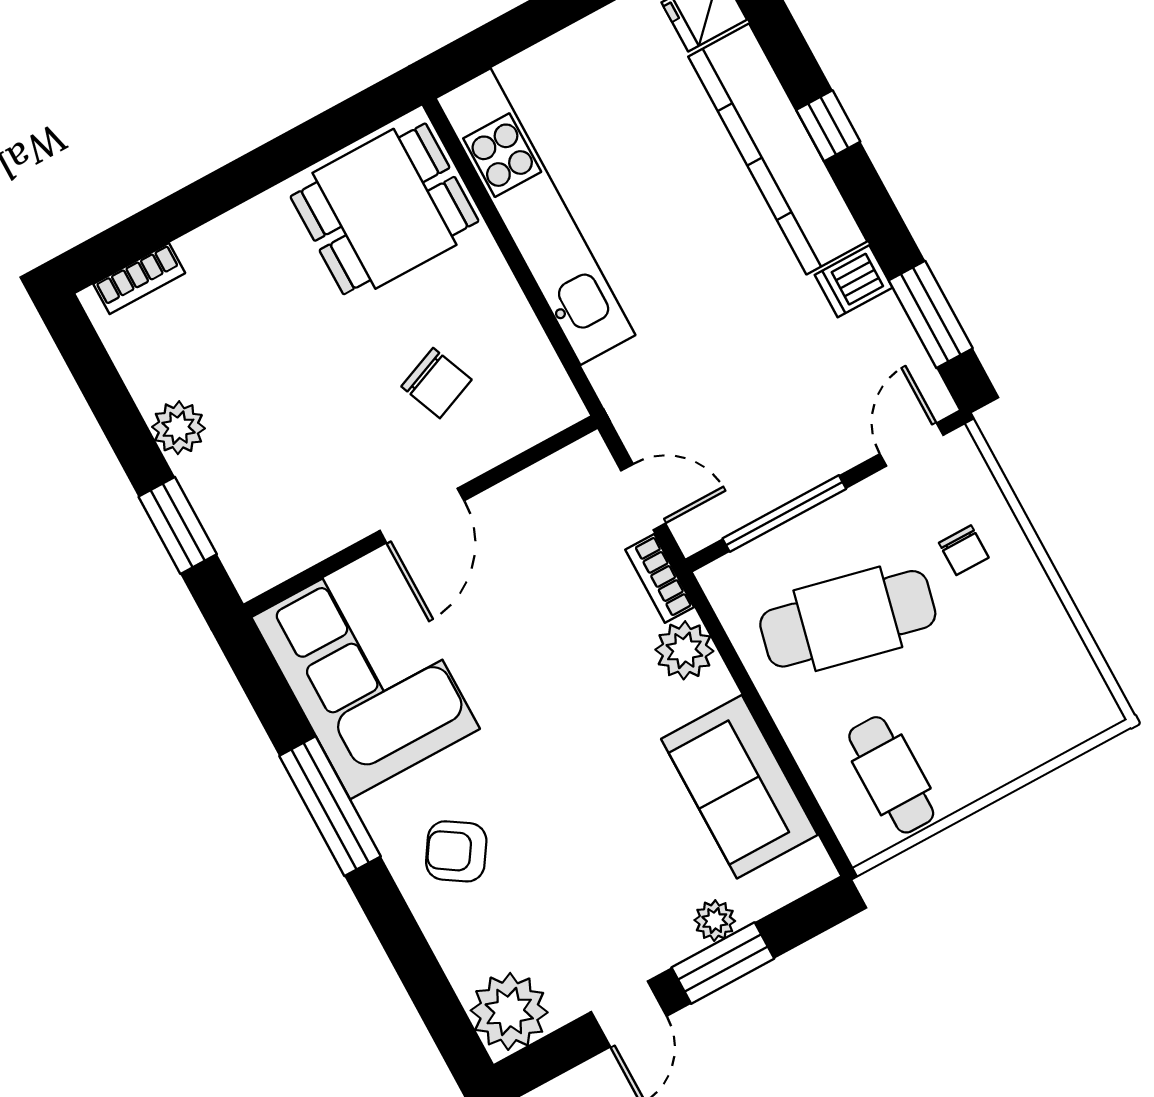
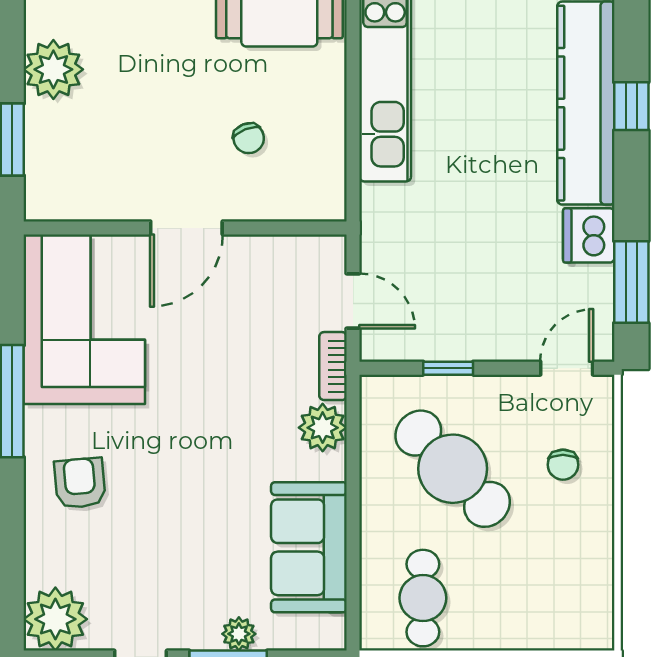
dishwasher: (854, 281) -> (589, 235), width x1.38
chair: (436, 383) -> (249, 138), width x0.73, depth x0.73
plant: (178, 428) -> (53, 69), width x1.36, depth x1.36
window: (784, 514) -> (448, 368), width x0.46
cafe table: (848, 619) -> (453, 469), turned 33
armchair: (456, 851) -> (80, 483), turned 52

